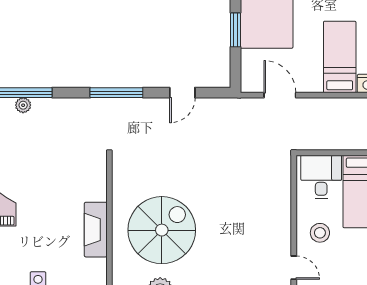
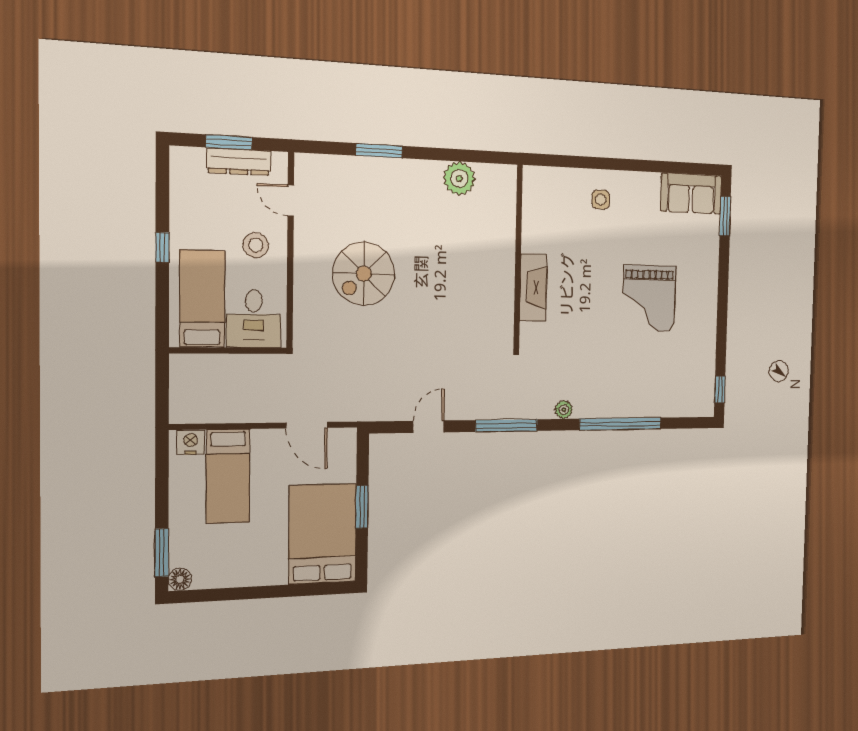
plant: (23, 105) -> (564, 410), moved
fireplace: (96, 230) -> (533, 287), moved
spiral stairs: (162, 230) -> (364, 274), moved, width x0.73, depth x0.73

